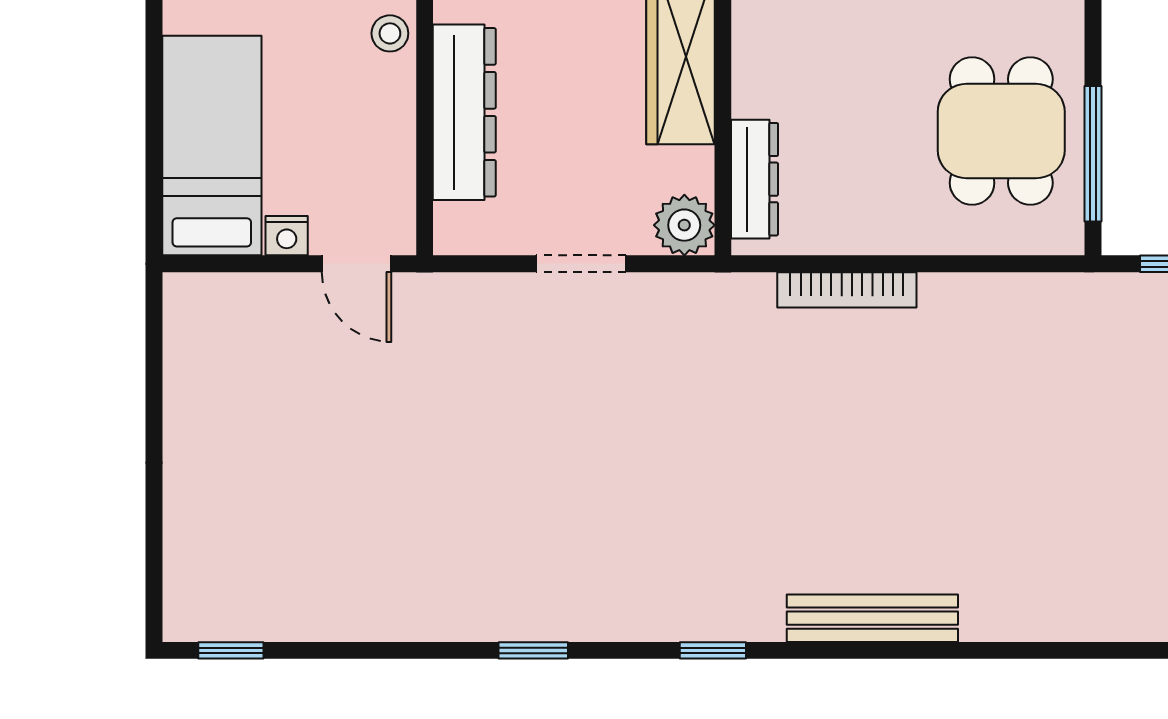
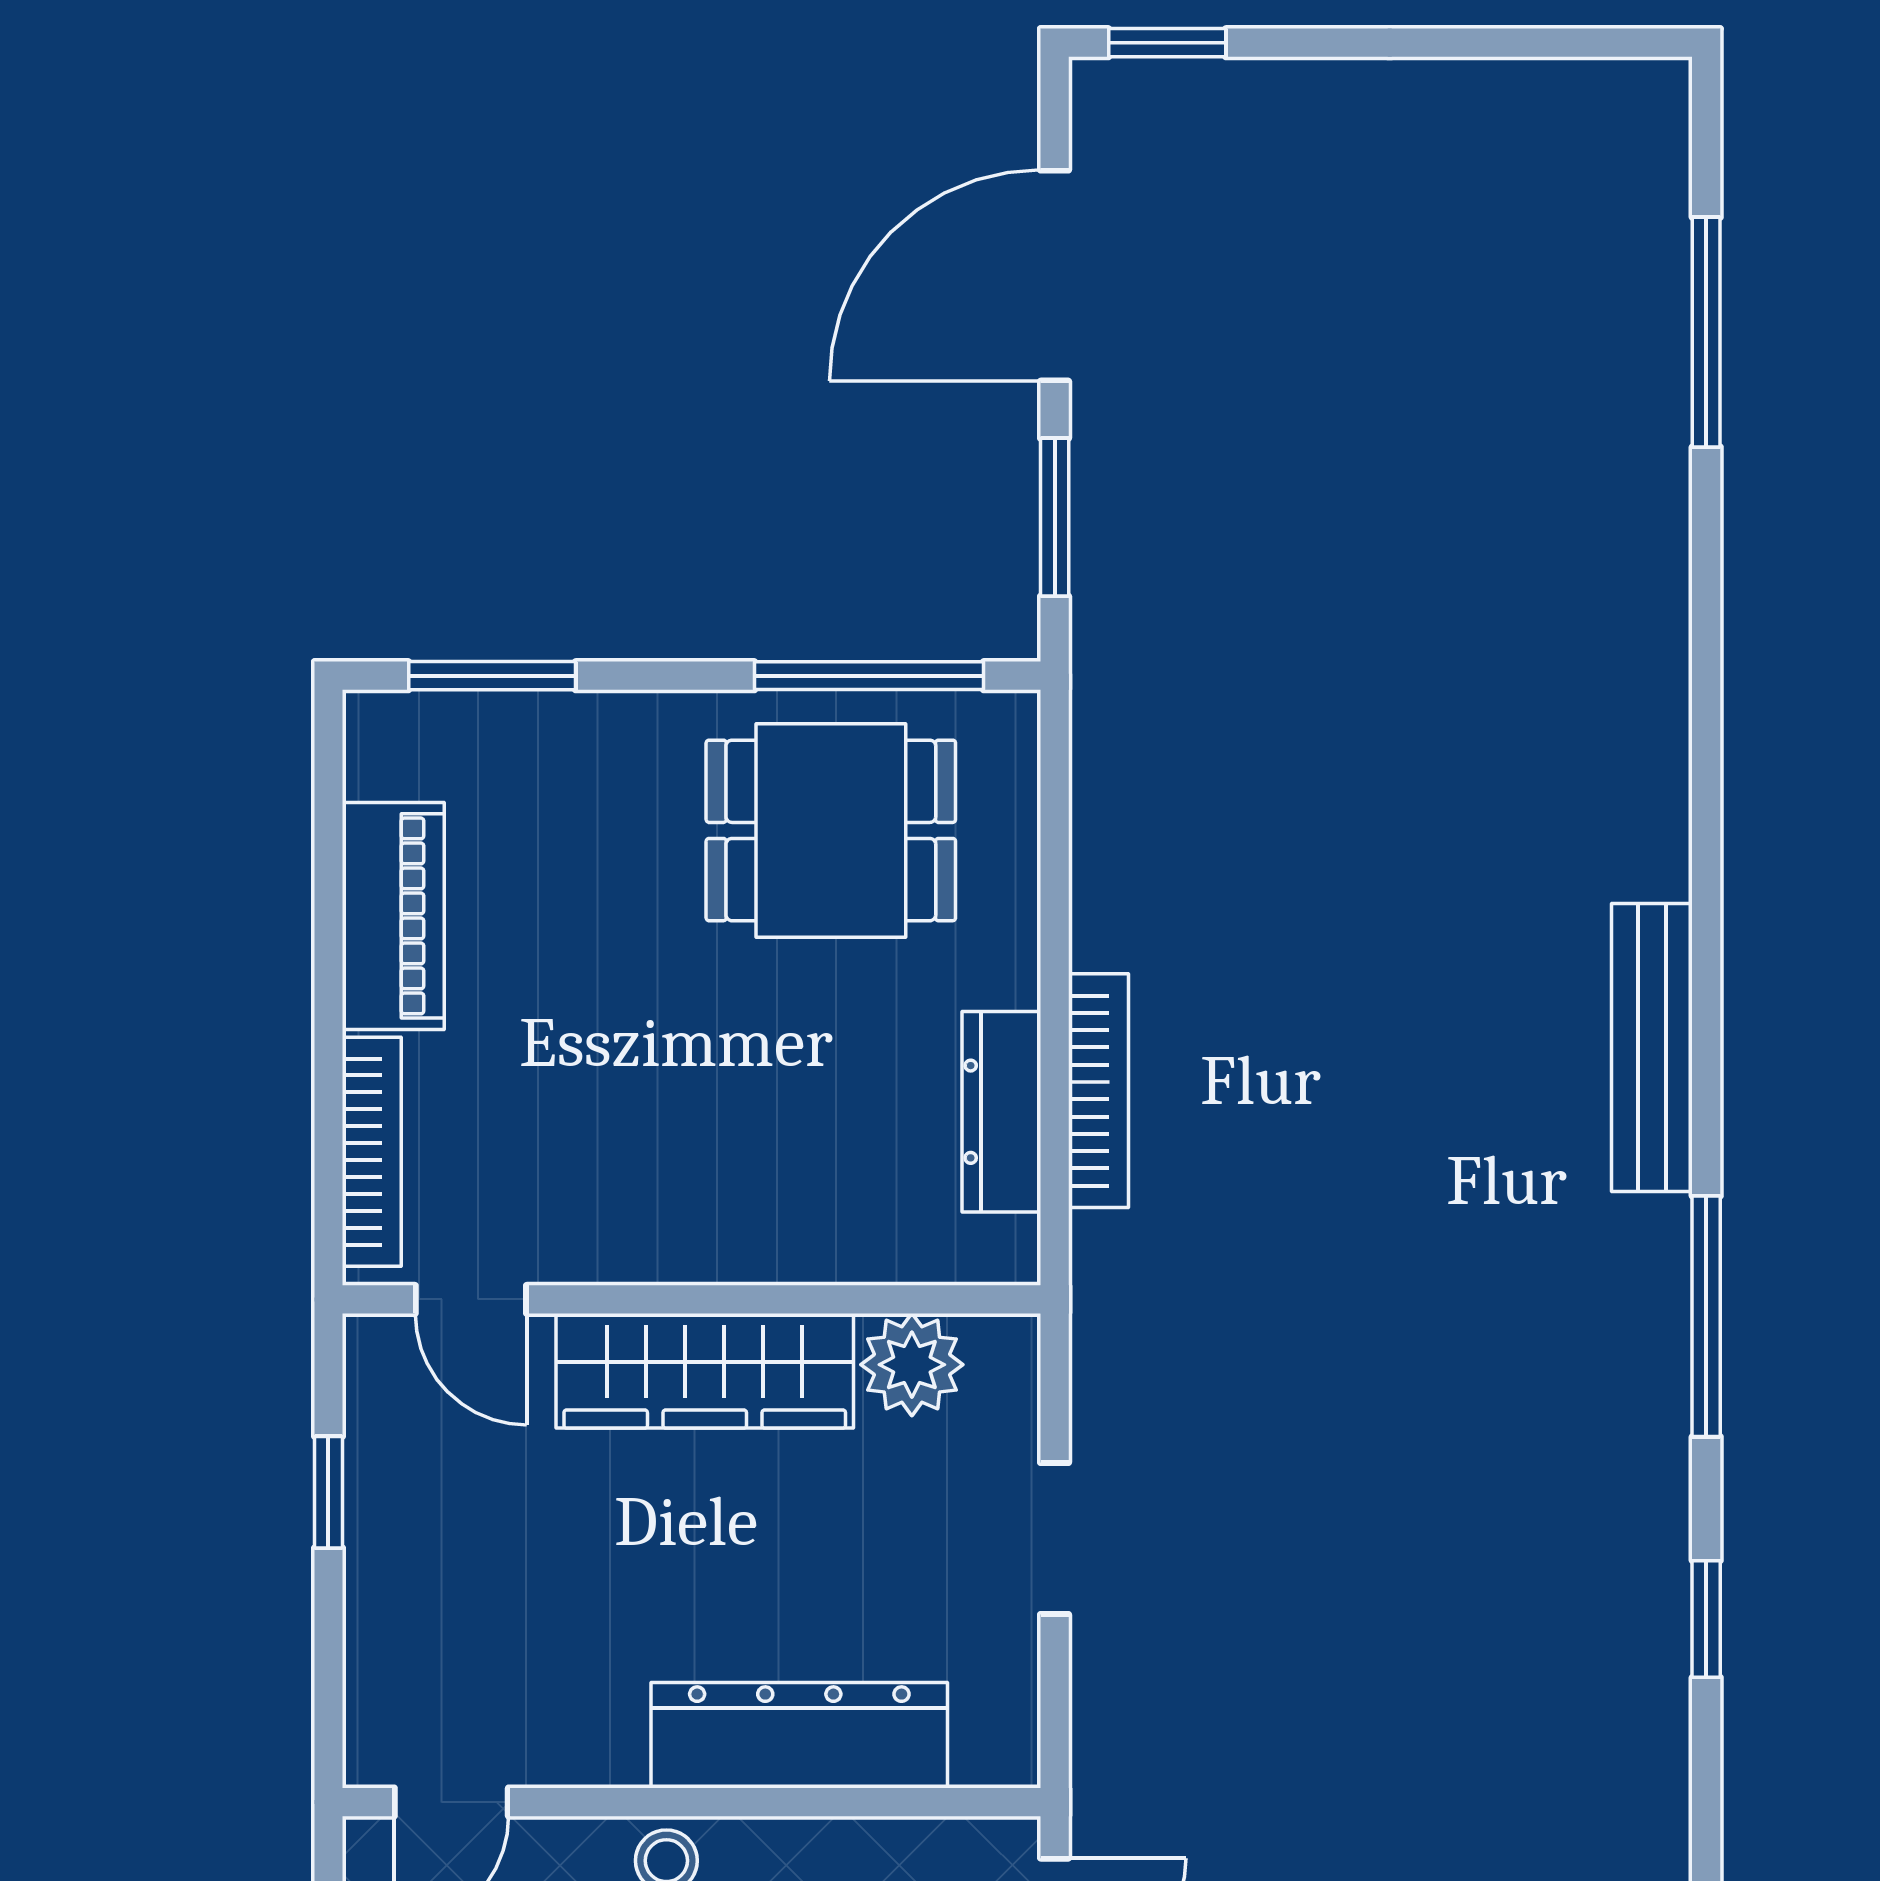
dresser: (755, 179) -> (1001, 1112), moved, turned -90
plant: (684, 225) -> (912, 1365), moved
window: (713, 650) -> (1706, 1316), width x2.17

